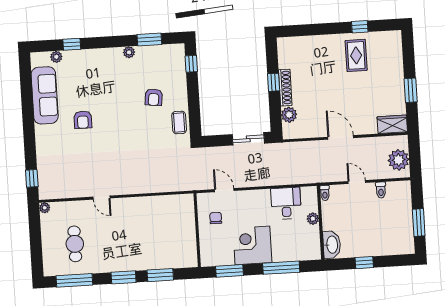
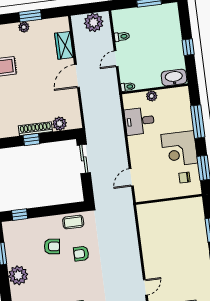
plant: (129, 52) -> (18, 275), width x1.87, depth x1.87
plant: (399, 82) -> (24, 27), added
wardrobe: (392, 124) -> (64, 45), moved
armchair: (144, 129) -> (81, 254), added
chair: (216, 218) -> (184, 178), moved

